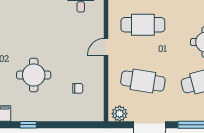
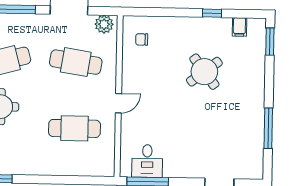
round table: (34, 75) -> (204, 72), turned -37
chair: (78, 88) -> (142, 39), moved

